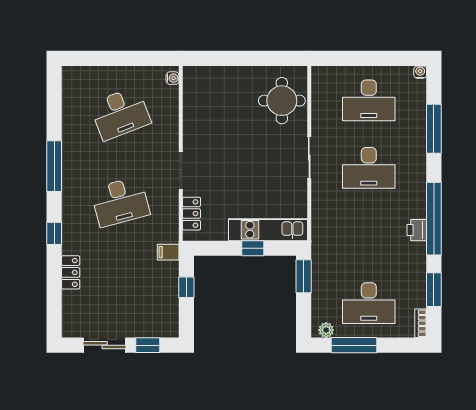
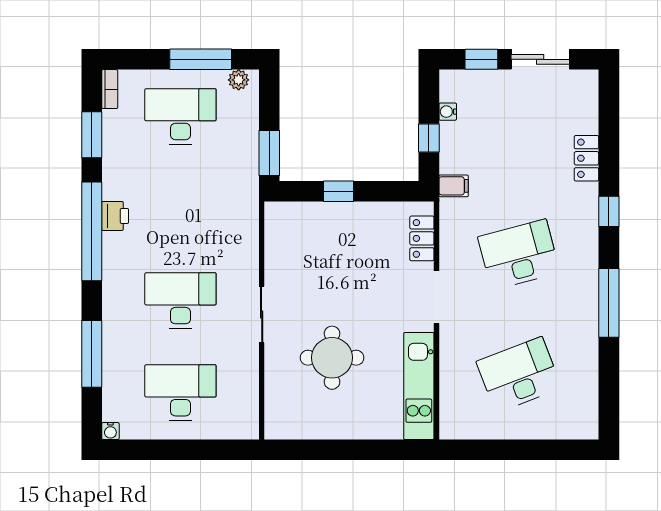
water cooler: (173, 78) -> (448, 112), moved
round table: (282, 101) -> (332, 358), moved
kitchen unit: (268, 230) -> (419, 386), moved, turned 90

